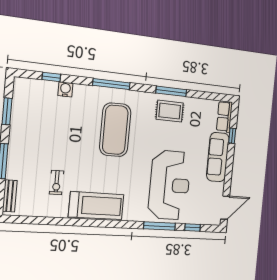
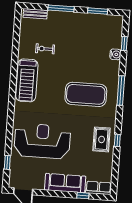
window: (171, 91) -> (117, 140), width x0.46
reception desk: (170, 185) -> (42, 141), turned 180
window: (159, 226) -> (9, 133), removed

